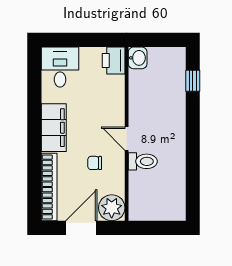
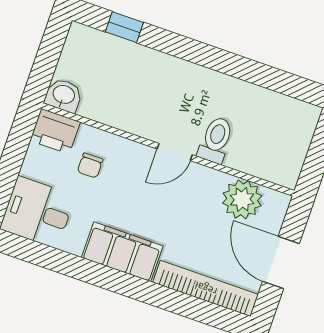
chair: (95, 163) -> (90, 165), moved
plant: (112, 208) -> (242, 199), moved

